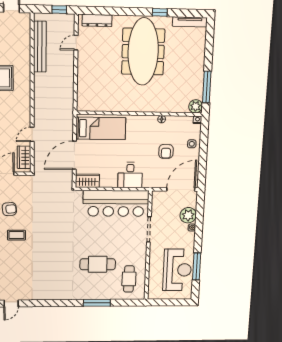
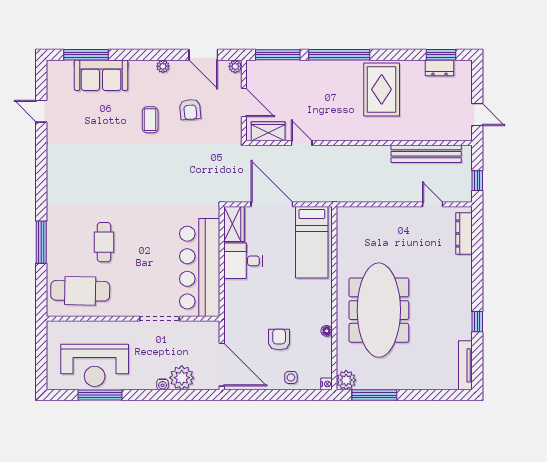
meeting table: (143, 52) -> (379, 310), moved, turned 90
armchair: (166, 151) -> (279, 339), turned 90
desk: (130, 175) -> (243, 261), moved
cafe table: (98, 264) -> (104, 242), width x0.73, depth x0.74
cafe table: (129, 279) -> (80, 291), width x1.37, depth x1.35

